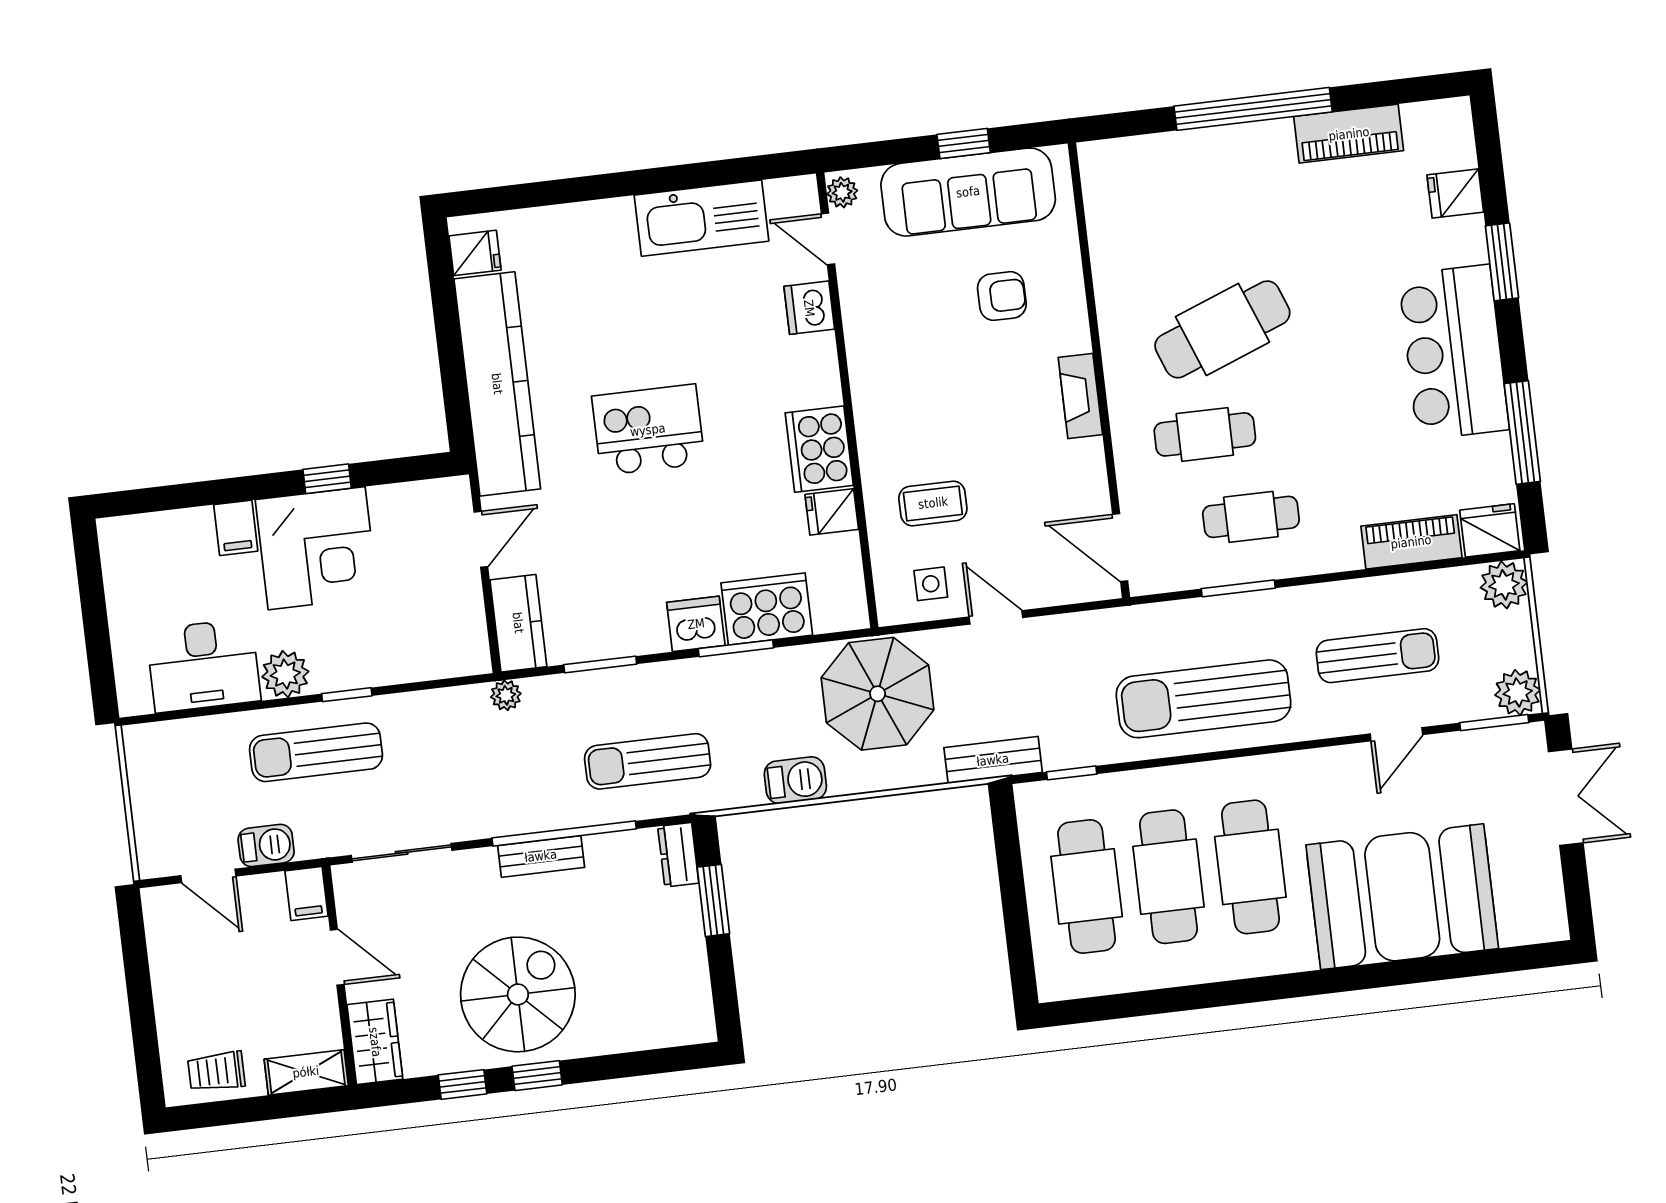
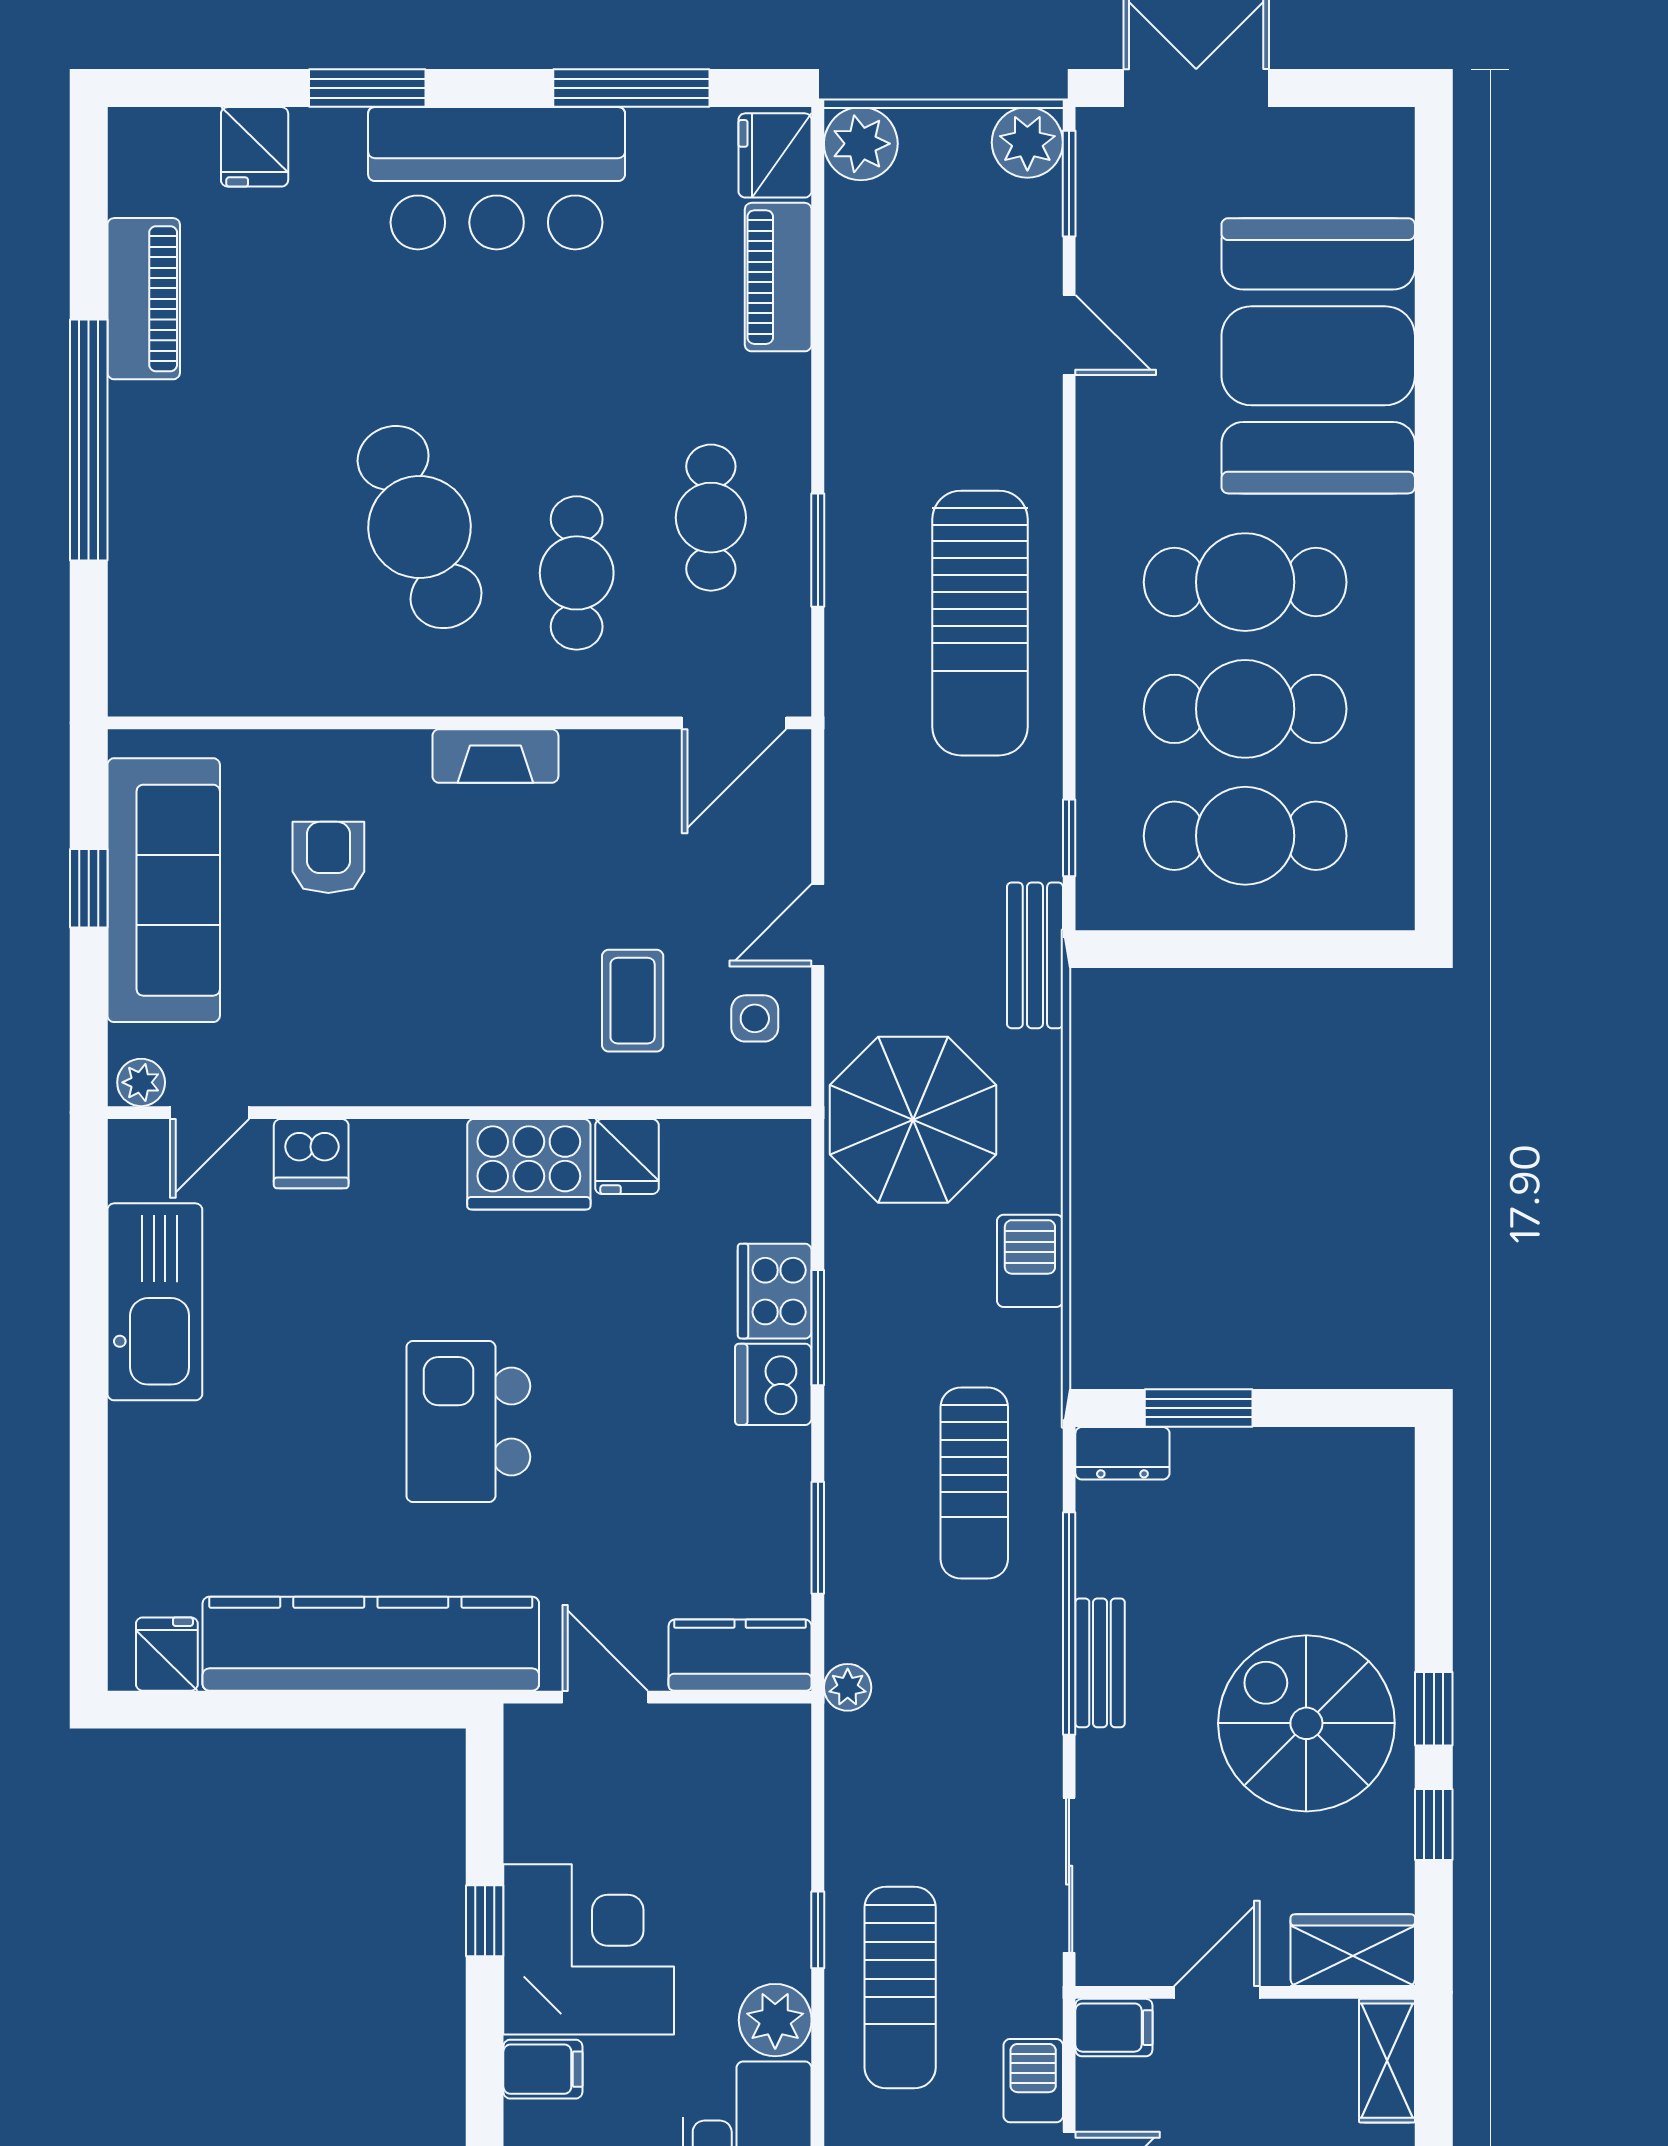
cooker: (767, 609) -> (775, 1291), width x0.73, depth x0.76
sun lounger: (1377, 656) -> (946, 350), removed

